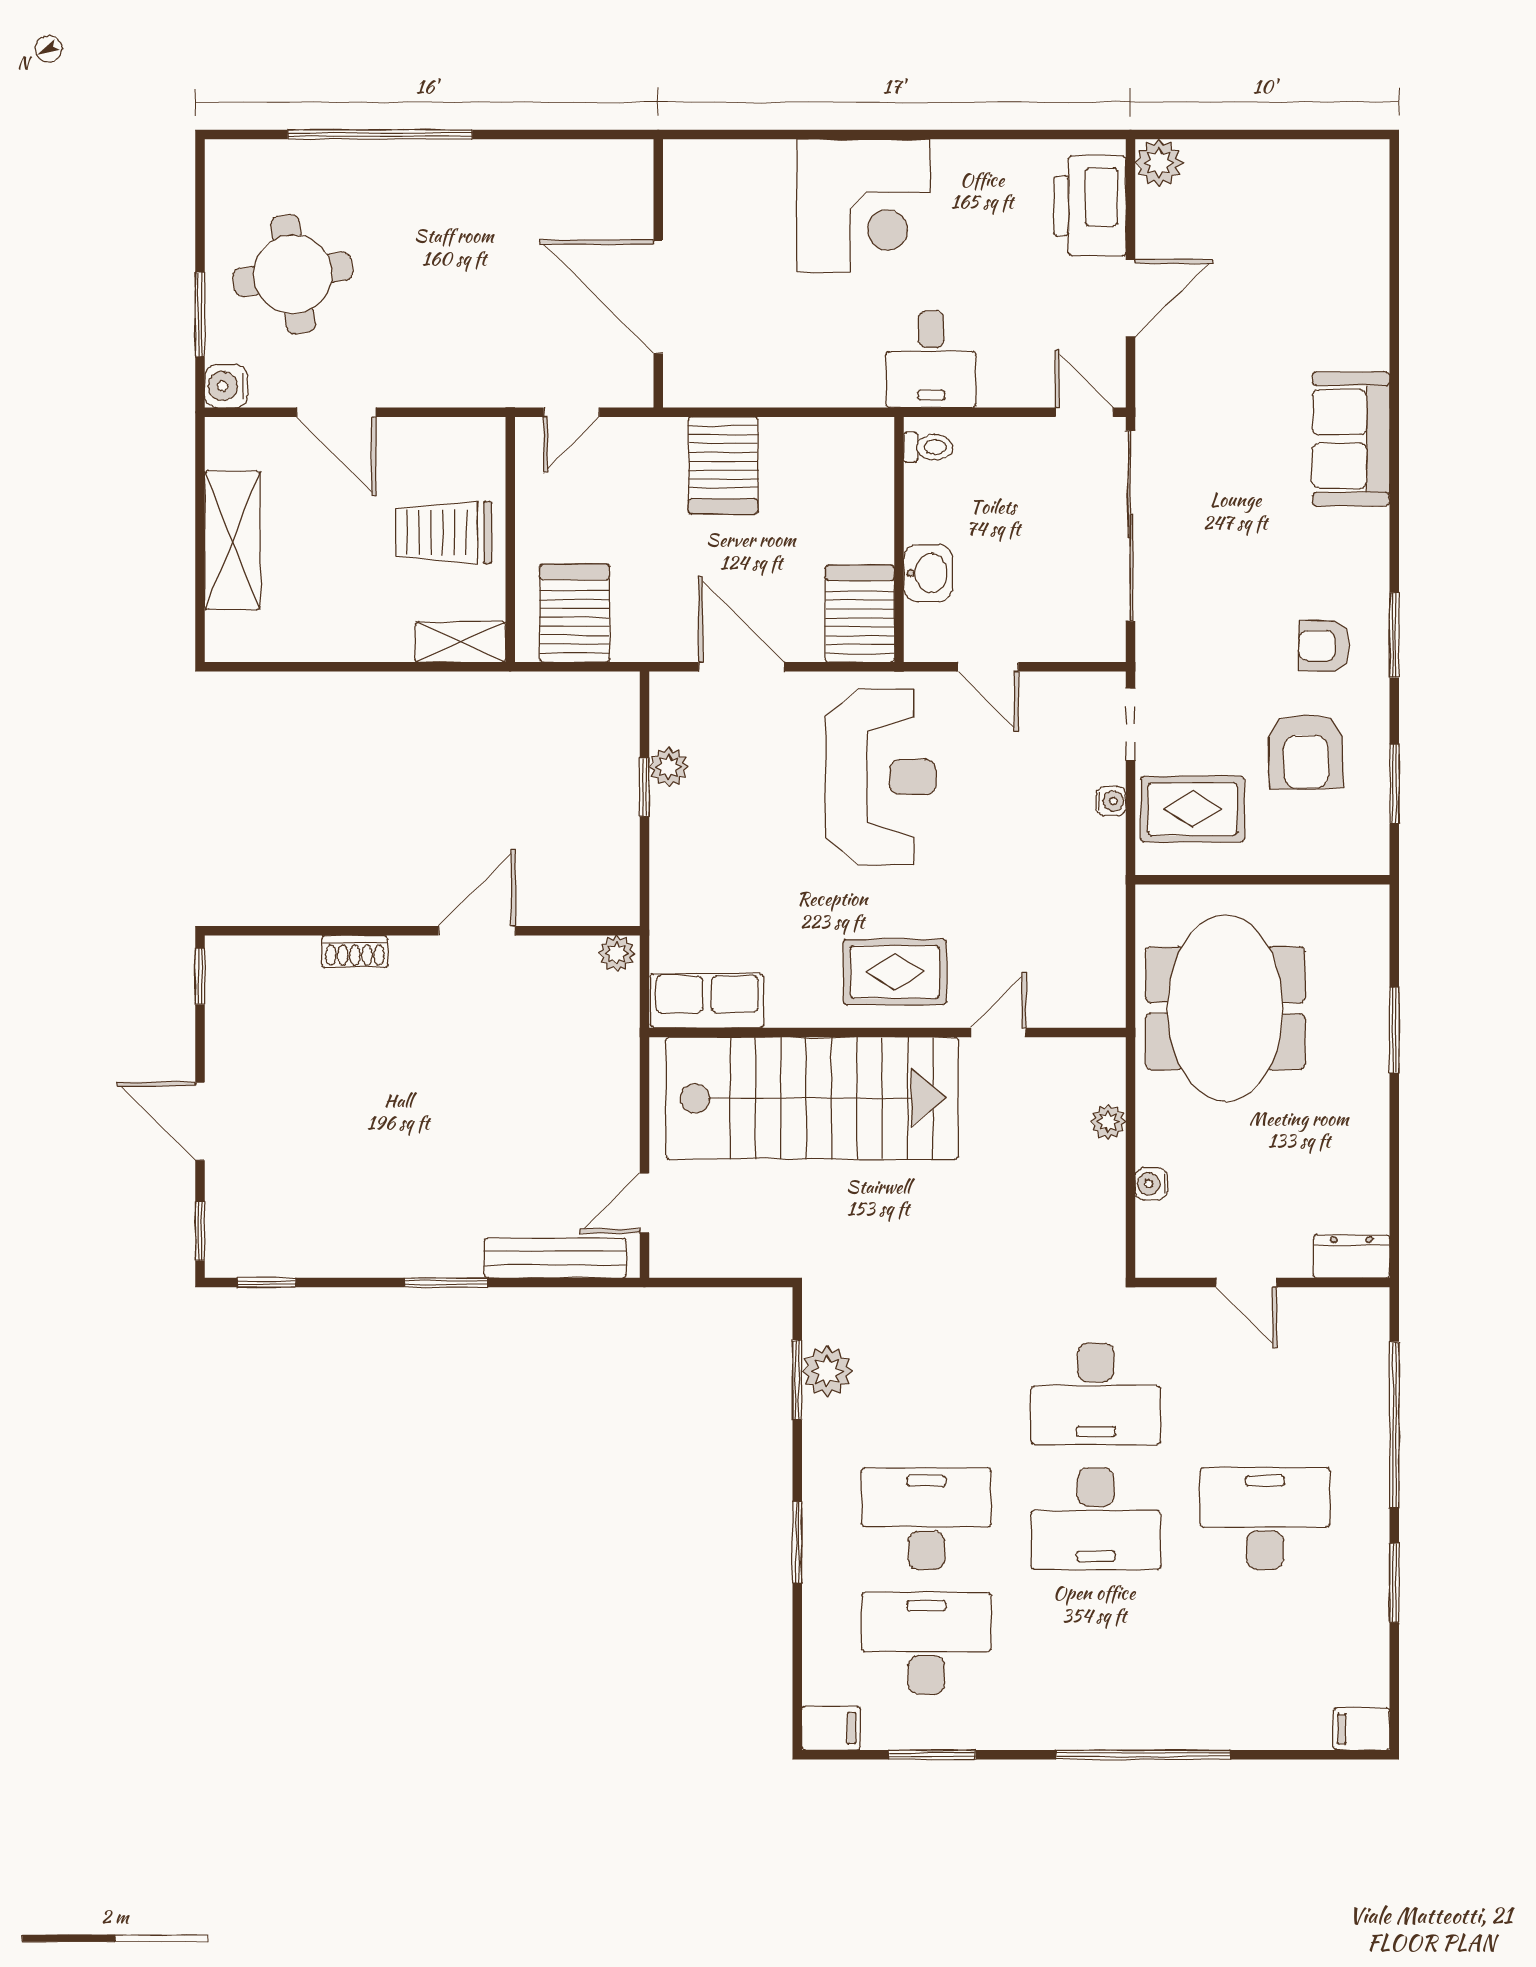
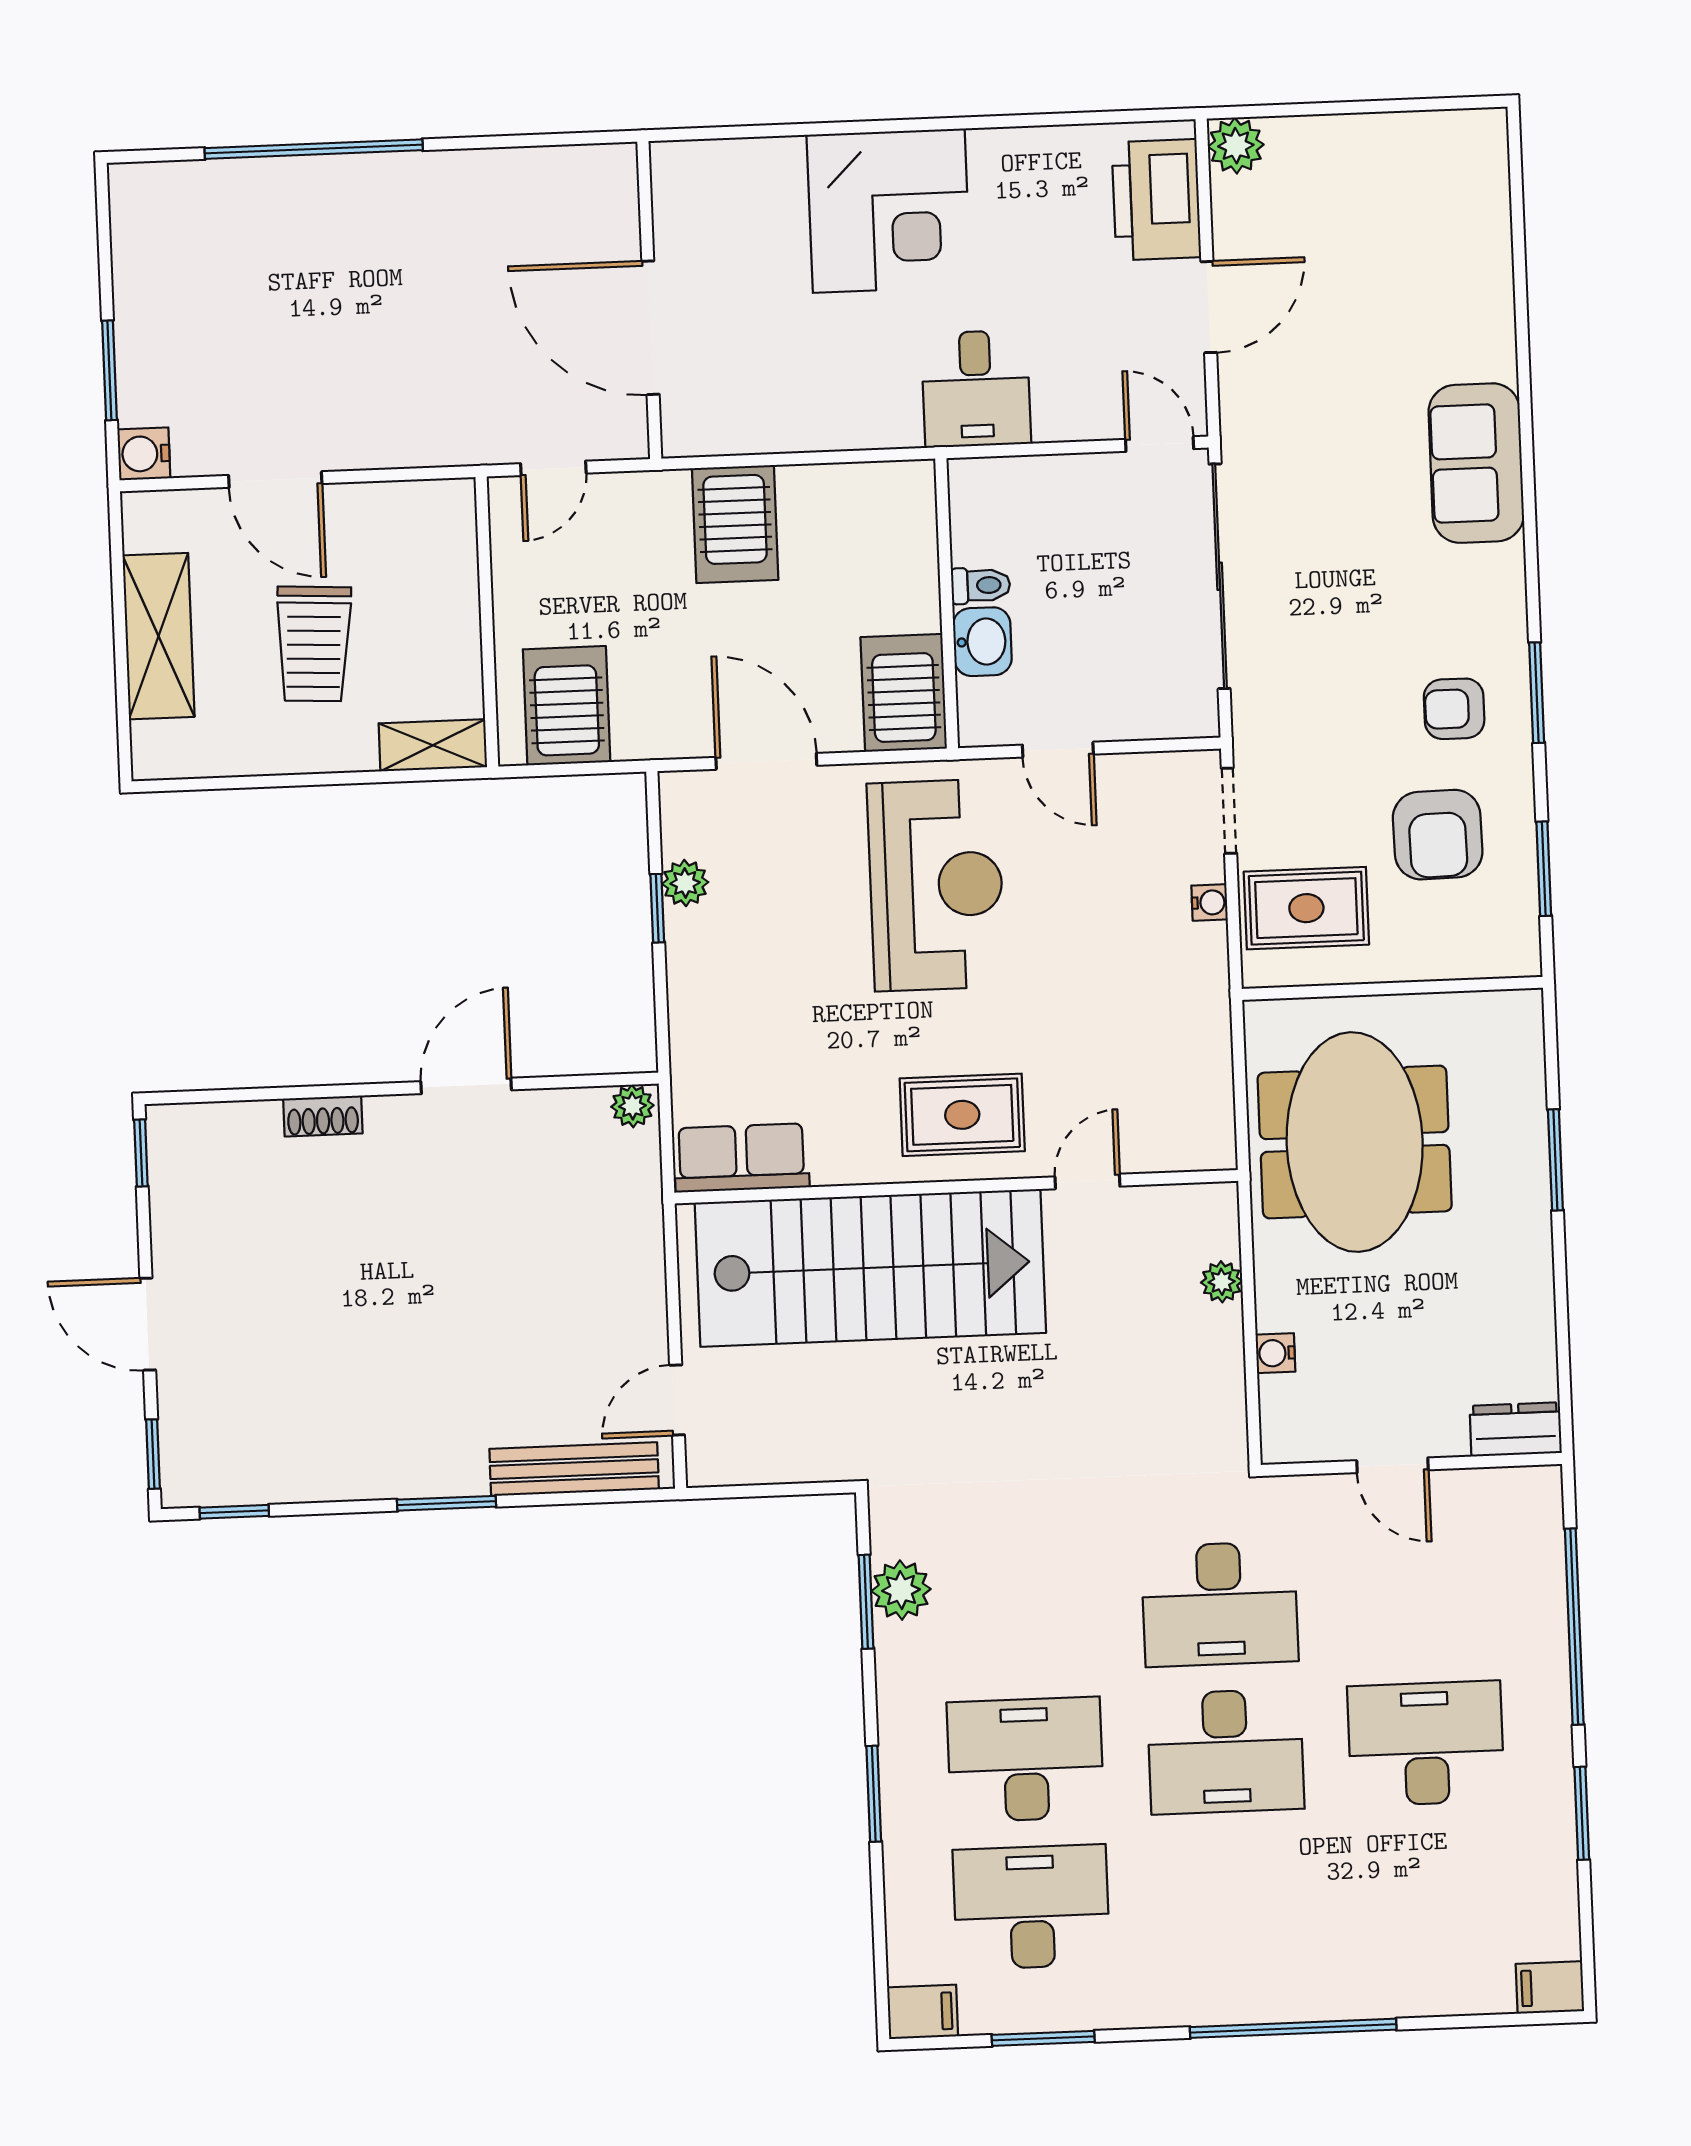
round table: (293, 274) -> (217, 319), removed
toilet: (928, 447) -> (981, 585), moved
trolley: (443, 533) -> (314, 644), moved, turned -87

